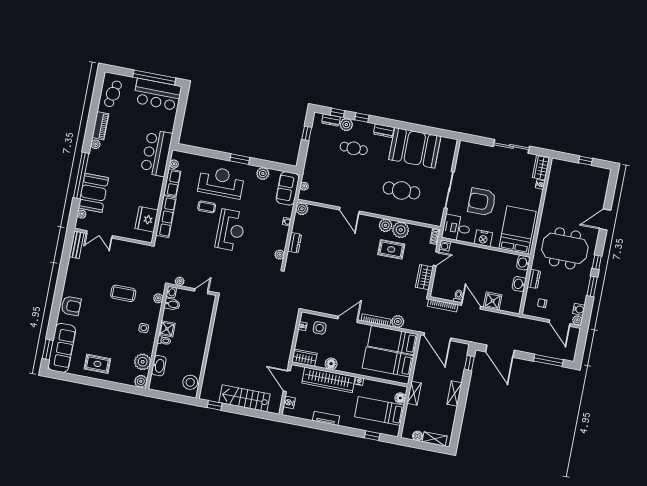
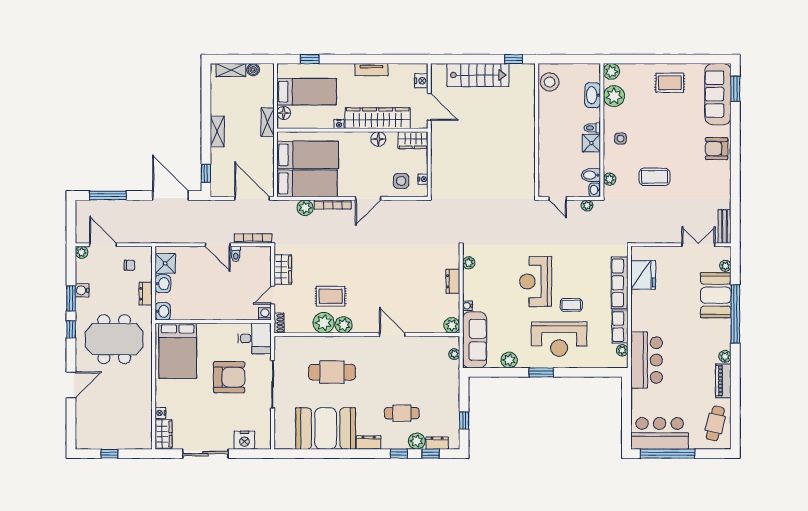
sofa: (288, 188) -> (475, 340), width x1.36
nightstand: (483, 238) -> (244, 440), moved, turned 180
door: (201, 291) -> (558, 198), hinge flipped
shower: (493, 301) -> (165, 263), moved
water cooler: (579, 309) -> (82, 290), moved

